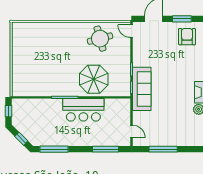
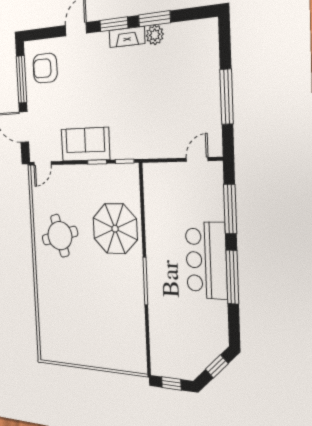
window: (182, 19) -> (21, 79), width x1.44
round table: (100, 39) -> (60, 236), moved
sofa: (142, 89) -> (85, 144), moved, width x0.73
bar counter: (83, 110) -> (206, 260), moved, turned 180
window: (54, 149) -> (232, 277), moved

